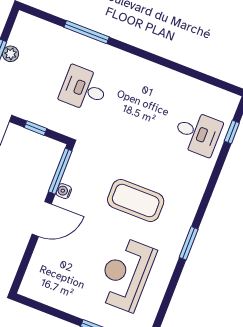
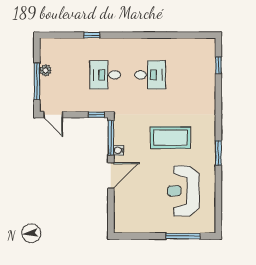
window: (87, 32) -> (92, 35), width x0.46
window: (36, 128) -> (96, 115), moved
desk: (198, 133) -> (150, 75), moved

